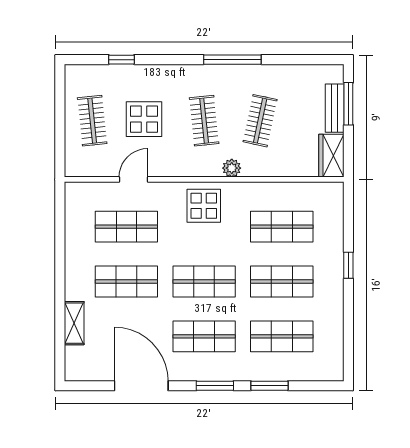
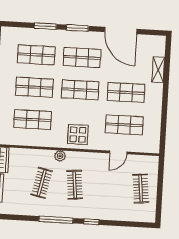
window: (121, 60) -> (91, 222), moved
display table: (144, 119) -> (110, 188), removed

